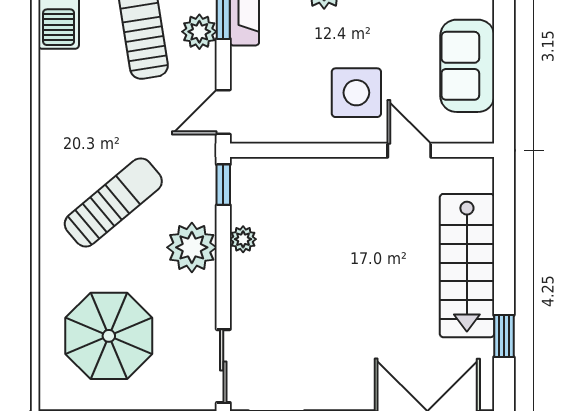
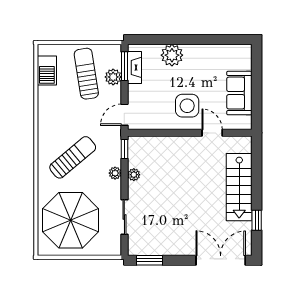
plant: (192, 247) -> (115, 173), width x0.53, depth x0.53
parasol: (109, 336) -> (71, 220), width x1.36, depth x1.36
sliding door: (223, 366) -> (124, 217), moved

